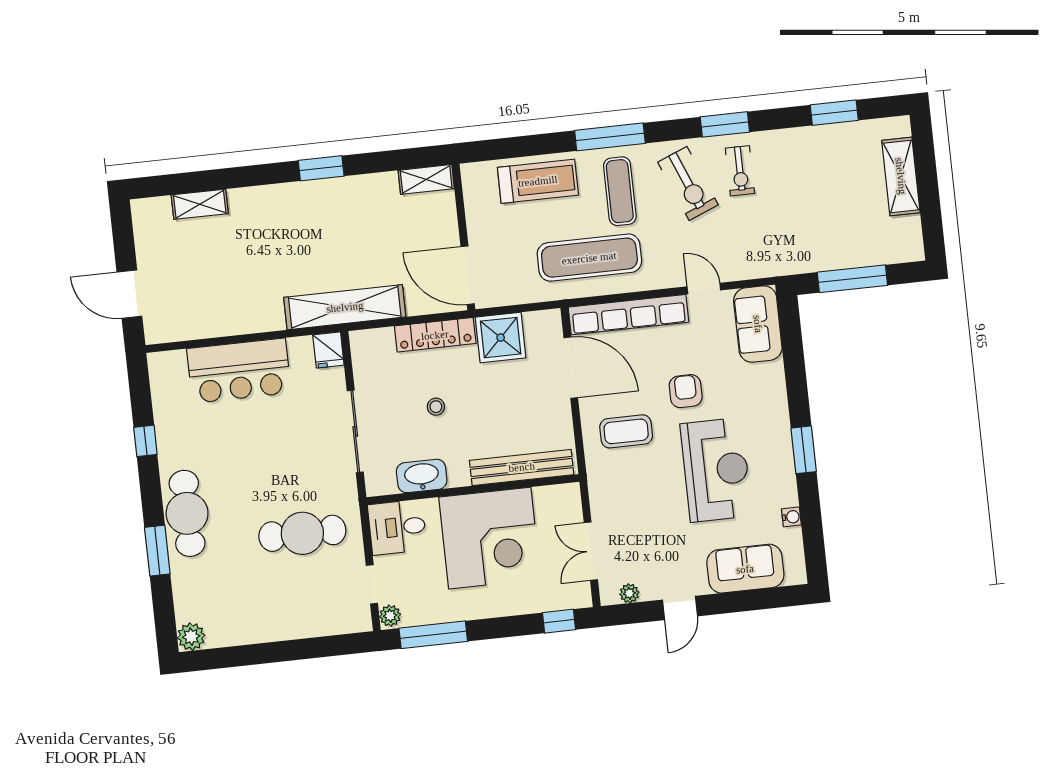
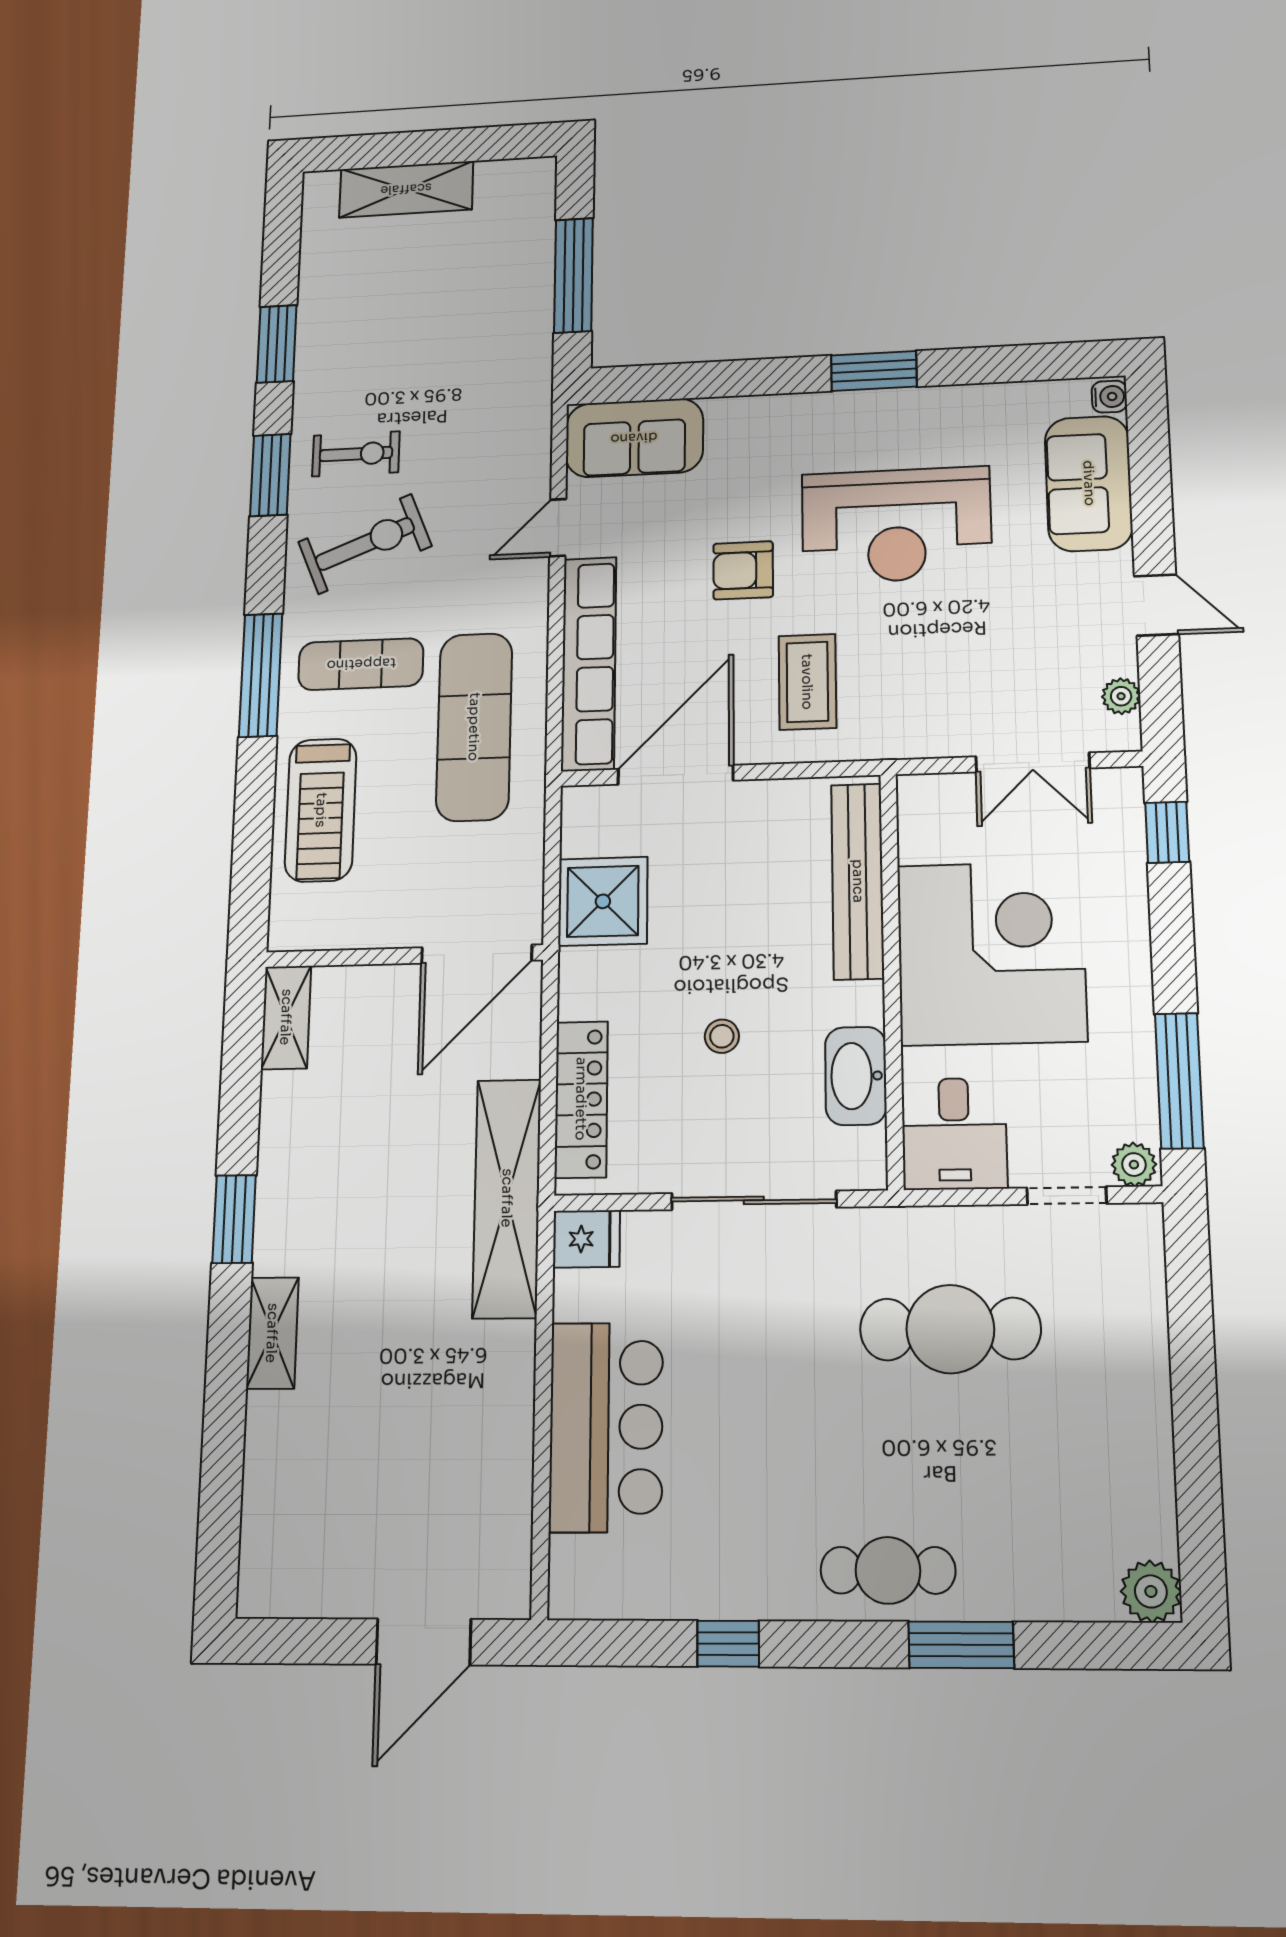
window: (834, 113) -> (277, 344), moved
treadmill: (538, 181) -> (321, 810), turned 180
shelving: (200, 204) -> (272, 1333), moved
locker: (435, 335) -> (581, 1099), moved
reception desk: (716, 470) -> (896, 525), turned 180
cafe table: (187, 513) -> (888, 1570), width x0.73, depth x0.74
water cooler: (791, 517) -> (1109, 397), moved, turned 90
cafe table: (302, 533) -> (950, 1329), turned 90

